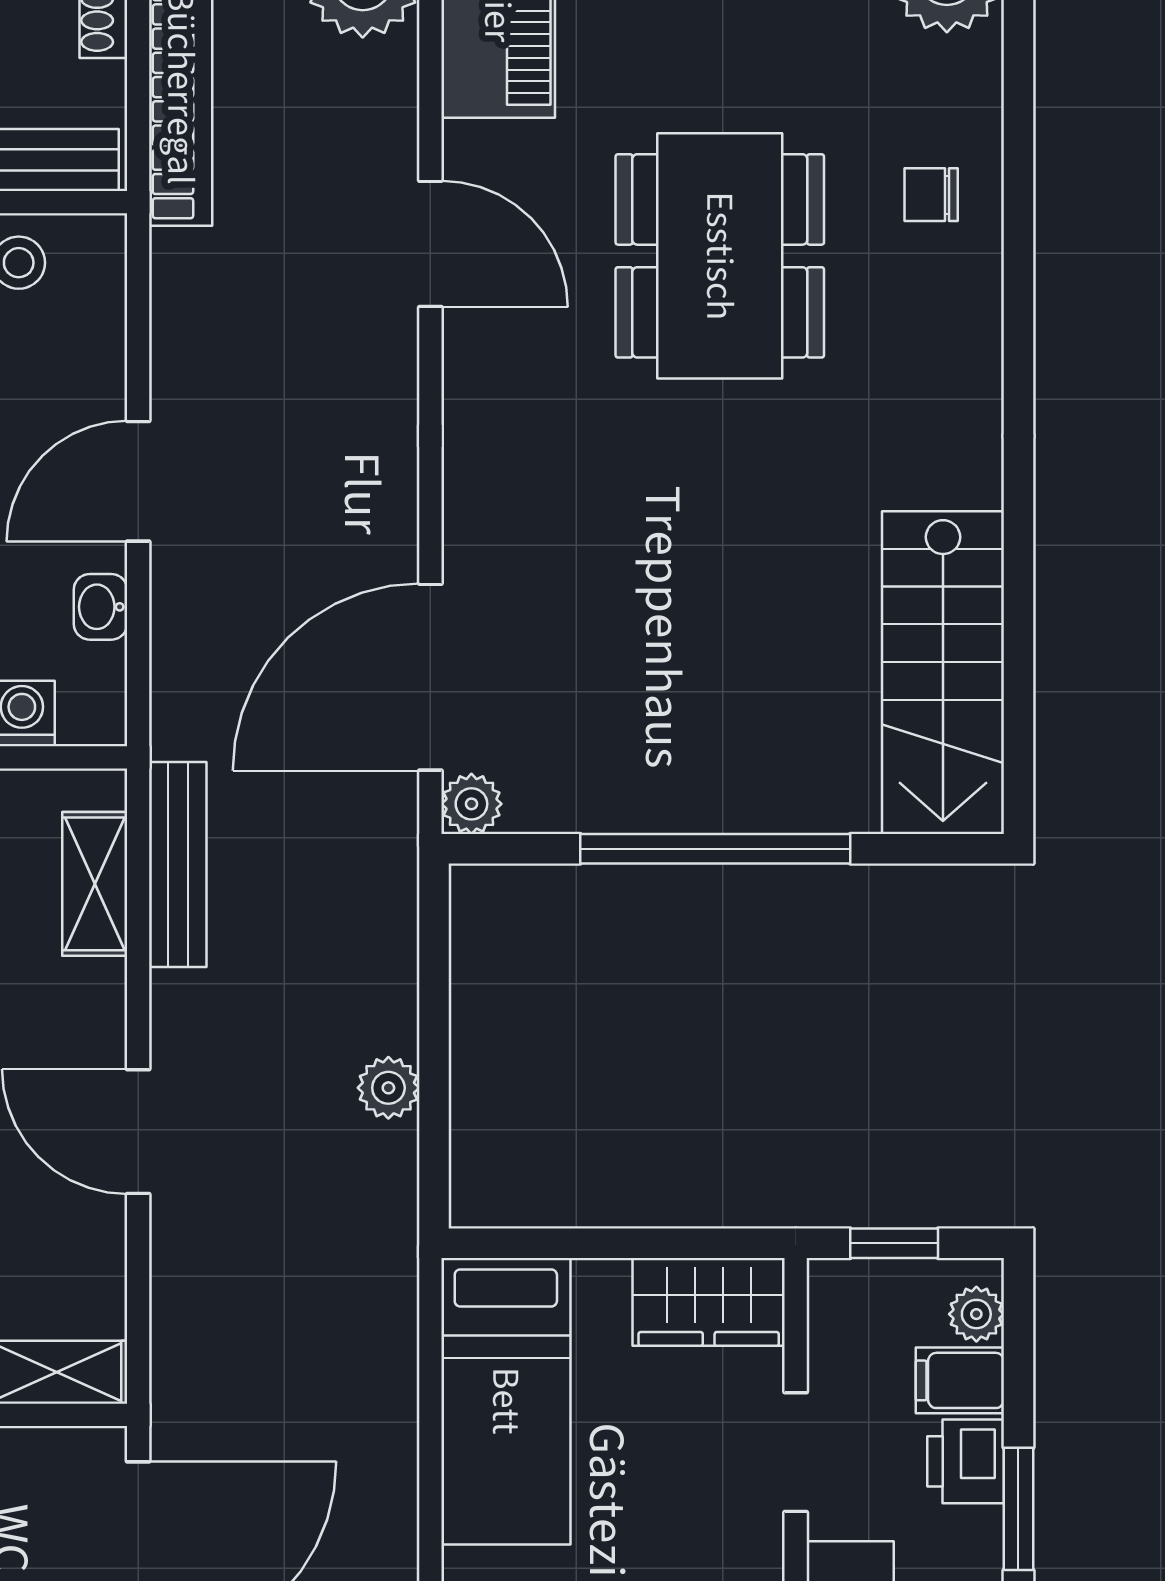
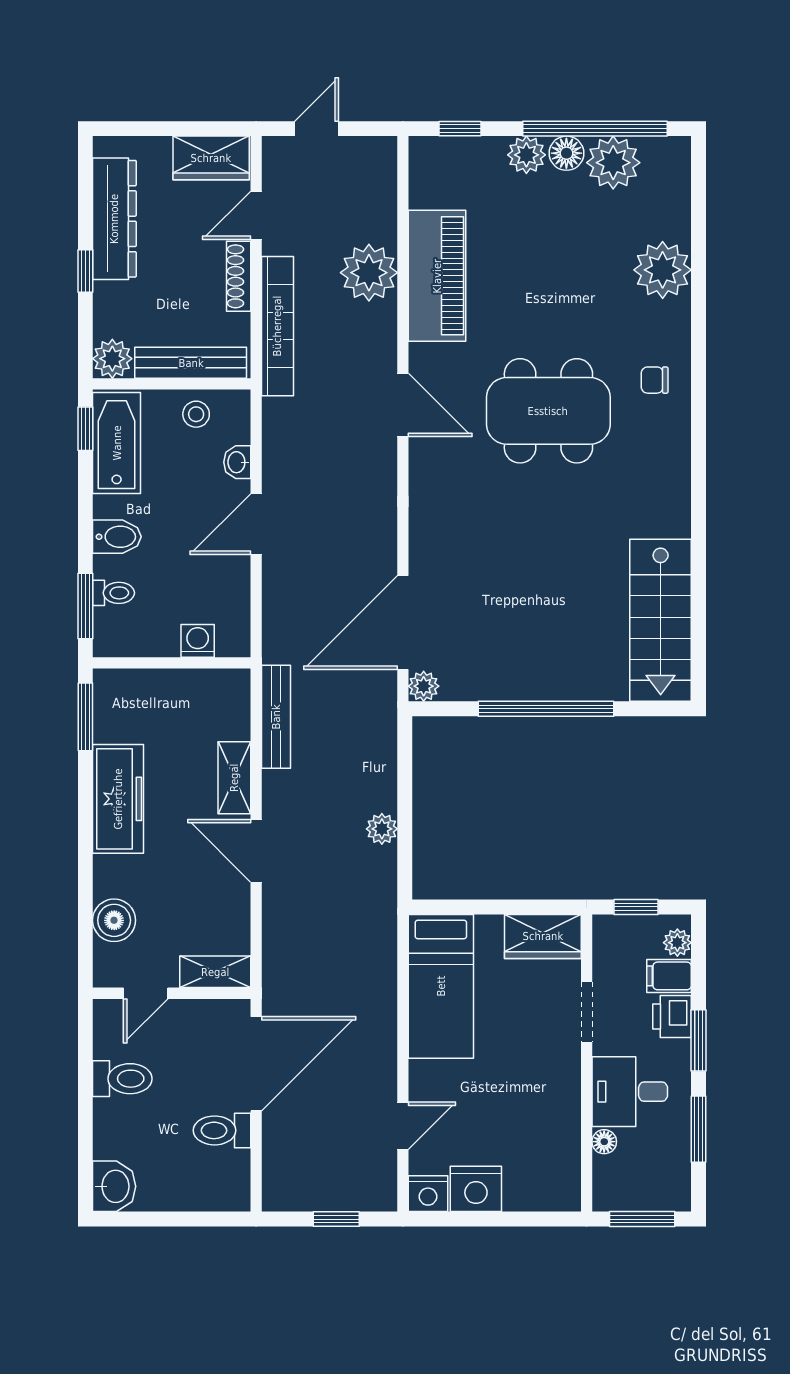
dining table: (720, 256) -> (548, 411), turned 90
washbasin: (100, 607) -> (237, 462), moved
shelving: (95, 884) -> (234, 778), moved

